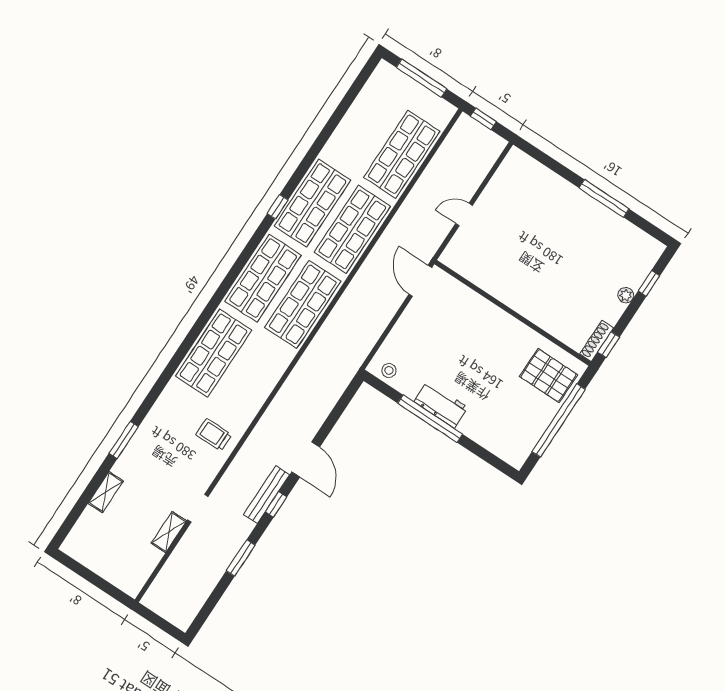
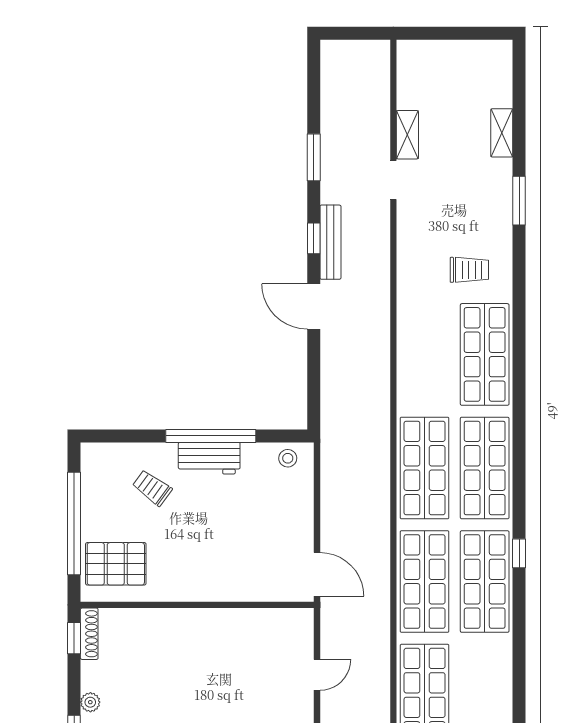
trolley: (491, 410) -> (152, 488), added
trolley: (214, 435) -> (469, 270), moved

